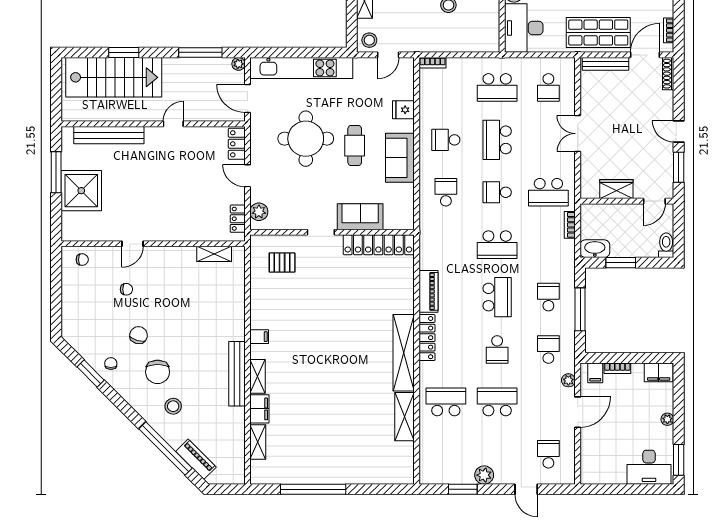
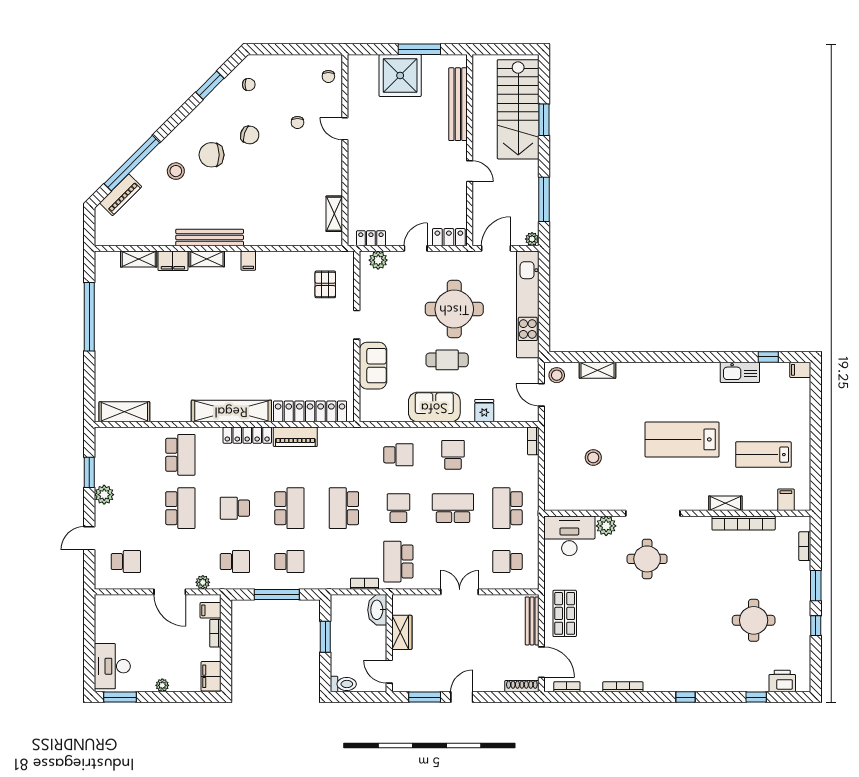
shop shelf: (598, 33) -> (565, 613), width x0.70, depth x0.74
locker: (378, 245) -> (310, 411), moved, turned 90
washbasin: (595, 249) -> (377, 610), moved, turned 180
school desk: (497, 297) -> (289, 508), turned -90
chair: (111, 364) -> (249, 85), moved
shelving: (404, 417) -> (124, 412), moved

